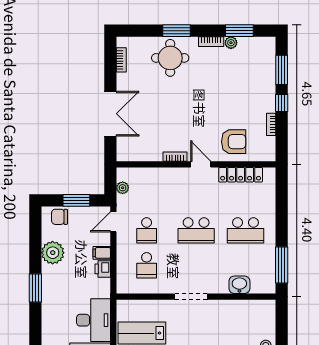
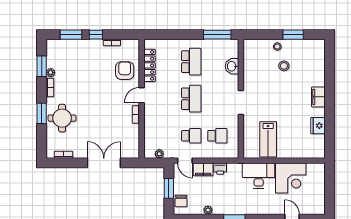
plant: (53, 253) -> (208, 210), width x0.53, depth x0.53
filing cabinet: (102, 253) -> (203, 169), width x2.00

